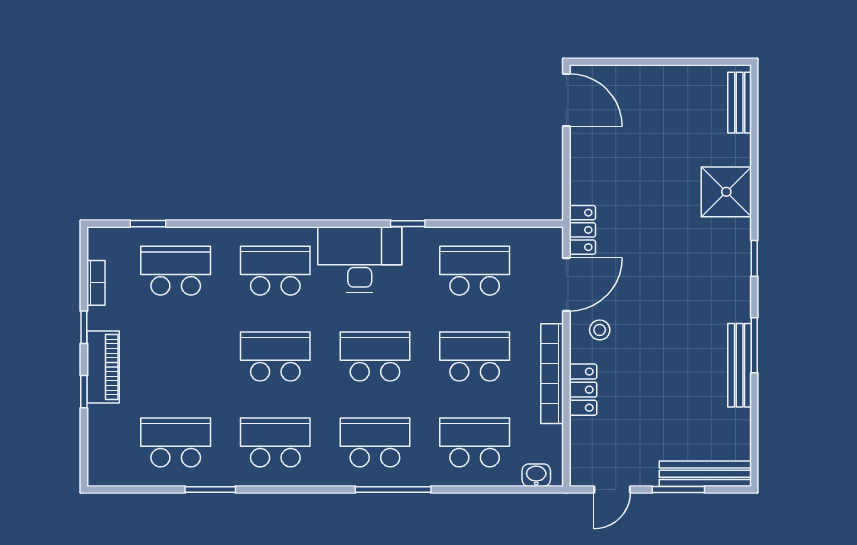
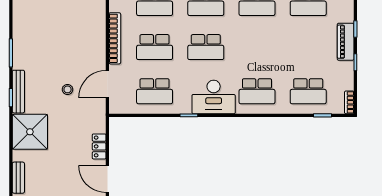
shower: (726, 192) -> (30, 132), width x1.37, depth x1.37
locker: (582, 230) -> (99, 146), moved
bookcase: (96, 283) -> (349, 102), moved
stool: (600, 330) -> (68, 89), moved
school desk: (275, 357) -> (257, 47), removed
bench: (740, 365) -> (18, 92), moved
locker: (583, 390) -> (99, 30), removed

